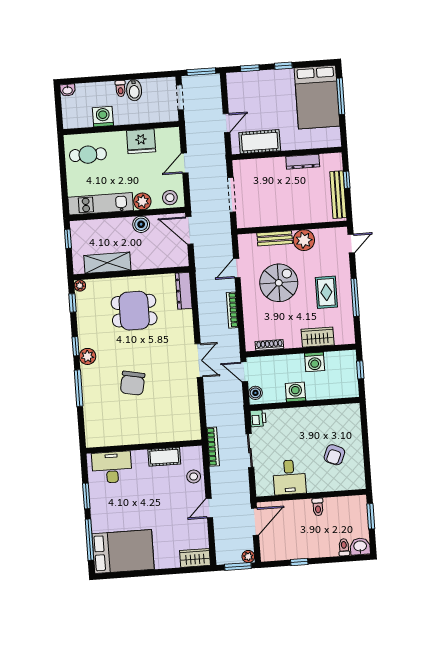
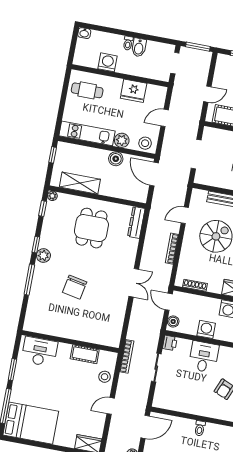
dining table: (134, 311) -> (91, 228), turned 90
desk: (289, 477) -> (204, 357), moved, turned 180

